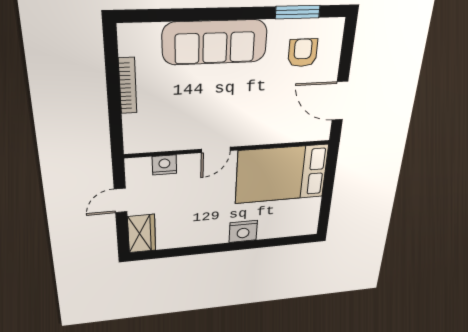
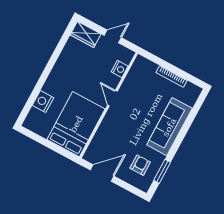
armchair: (303, 53) -> (140, 165), turned -90
door: (121, 201) -> (113, 36), hinge flipped
nightstand: (243, 231) -> (43, 101), moved

